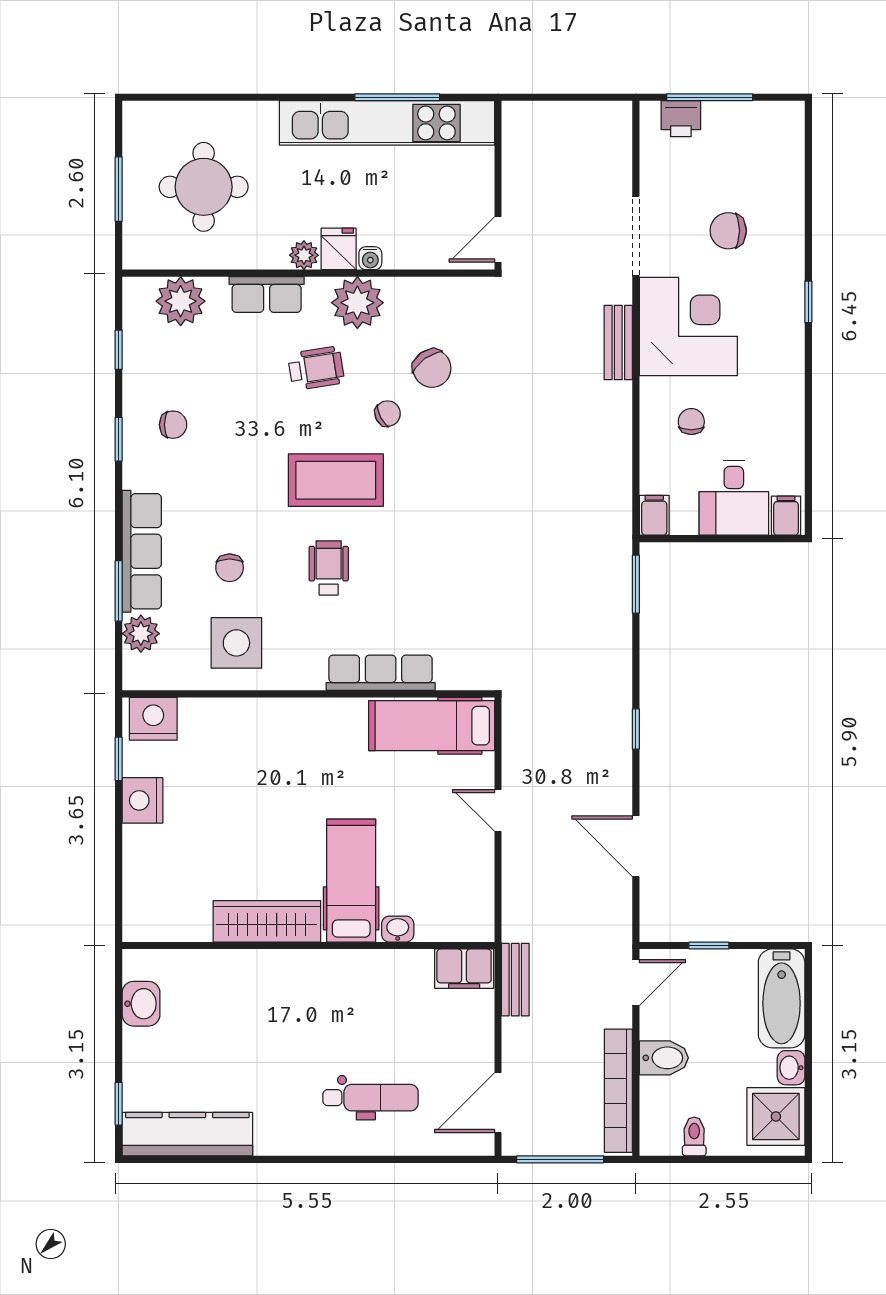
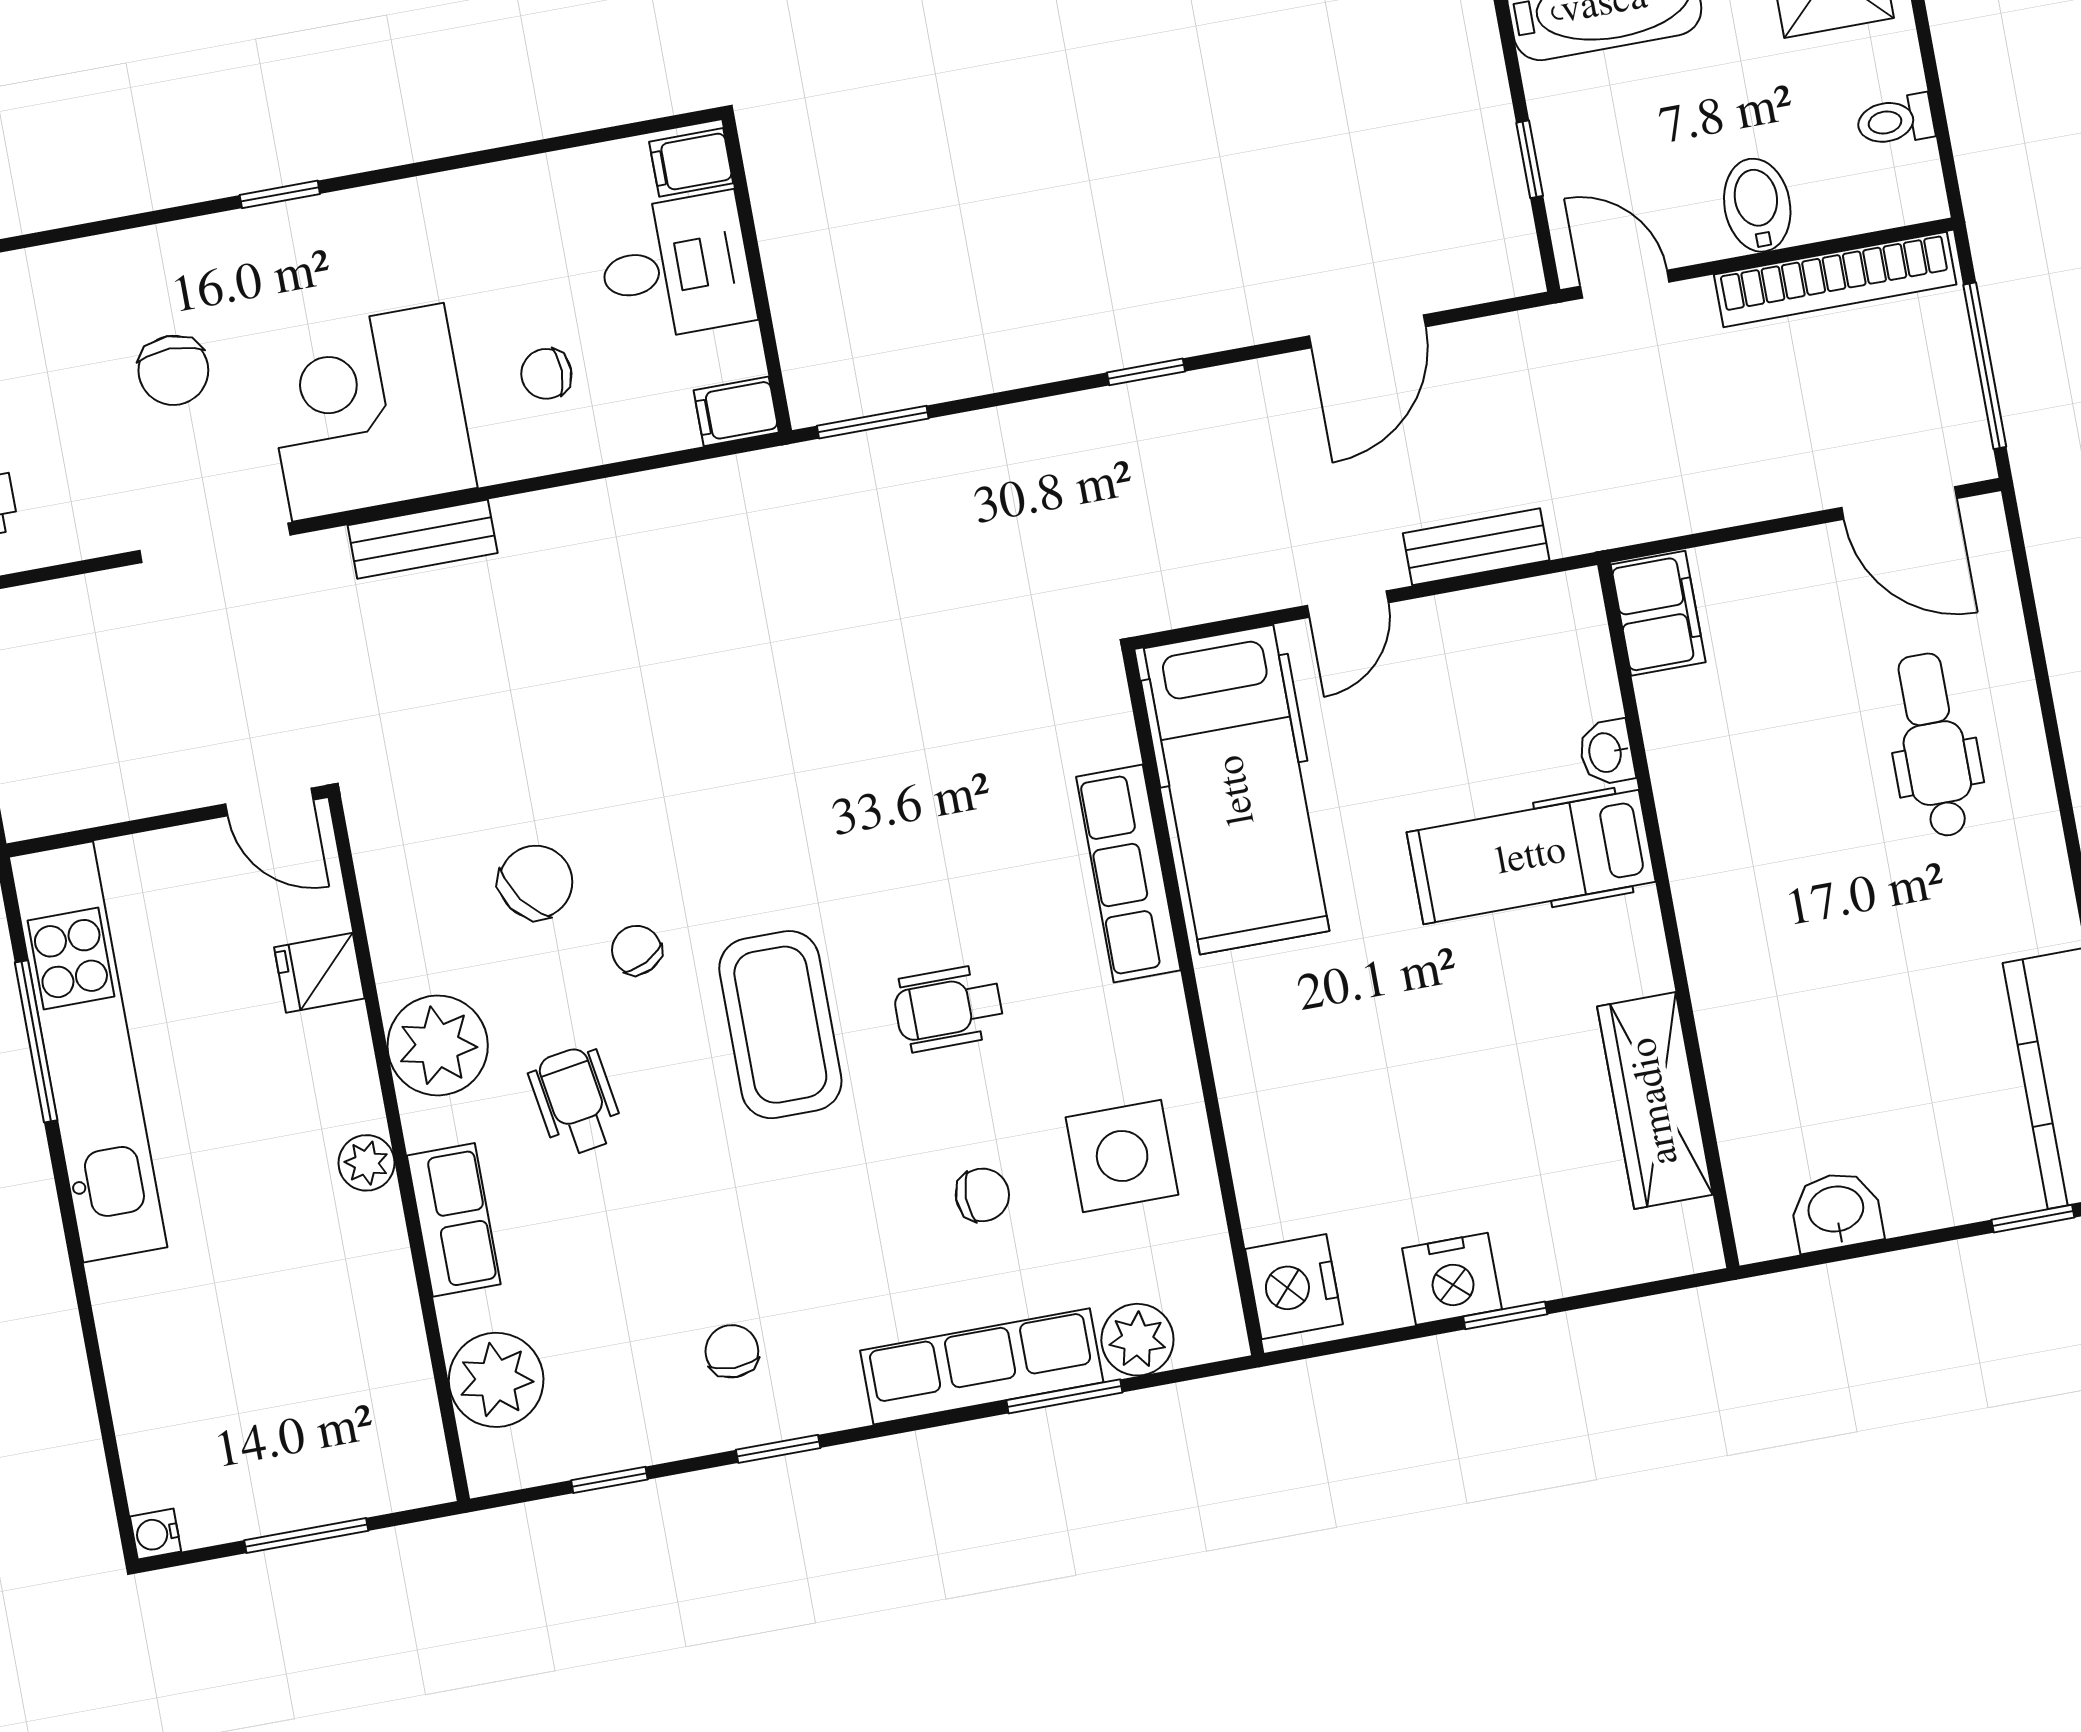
round table: (204, 187) -> (272, 1376), removed
fridge: (339, 249) -> (319, 973), moved
water cooler: (370, 258) -> (156, 1534), moved, turned 180
hospital bed: (432, 726) -> (1237, 790), width x1.37, depth x1.29
window: (119, 759) -> (1505, 1315), moved
wardrobe: (267, 921) -> (1655, 1101), moved
bench: (515, 980) -> (1476, 547), moved

